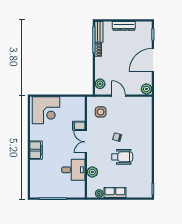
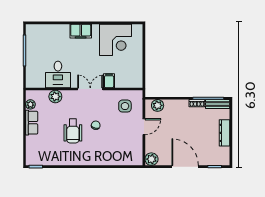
corner desk: (46, 110) -> (115, 40), moved, turned -90

